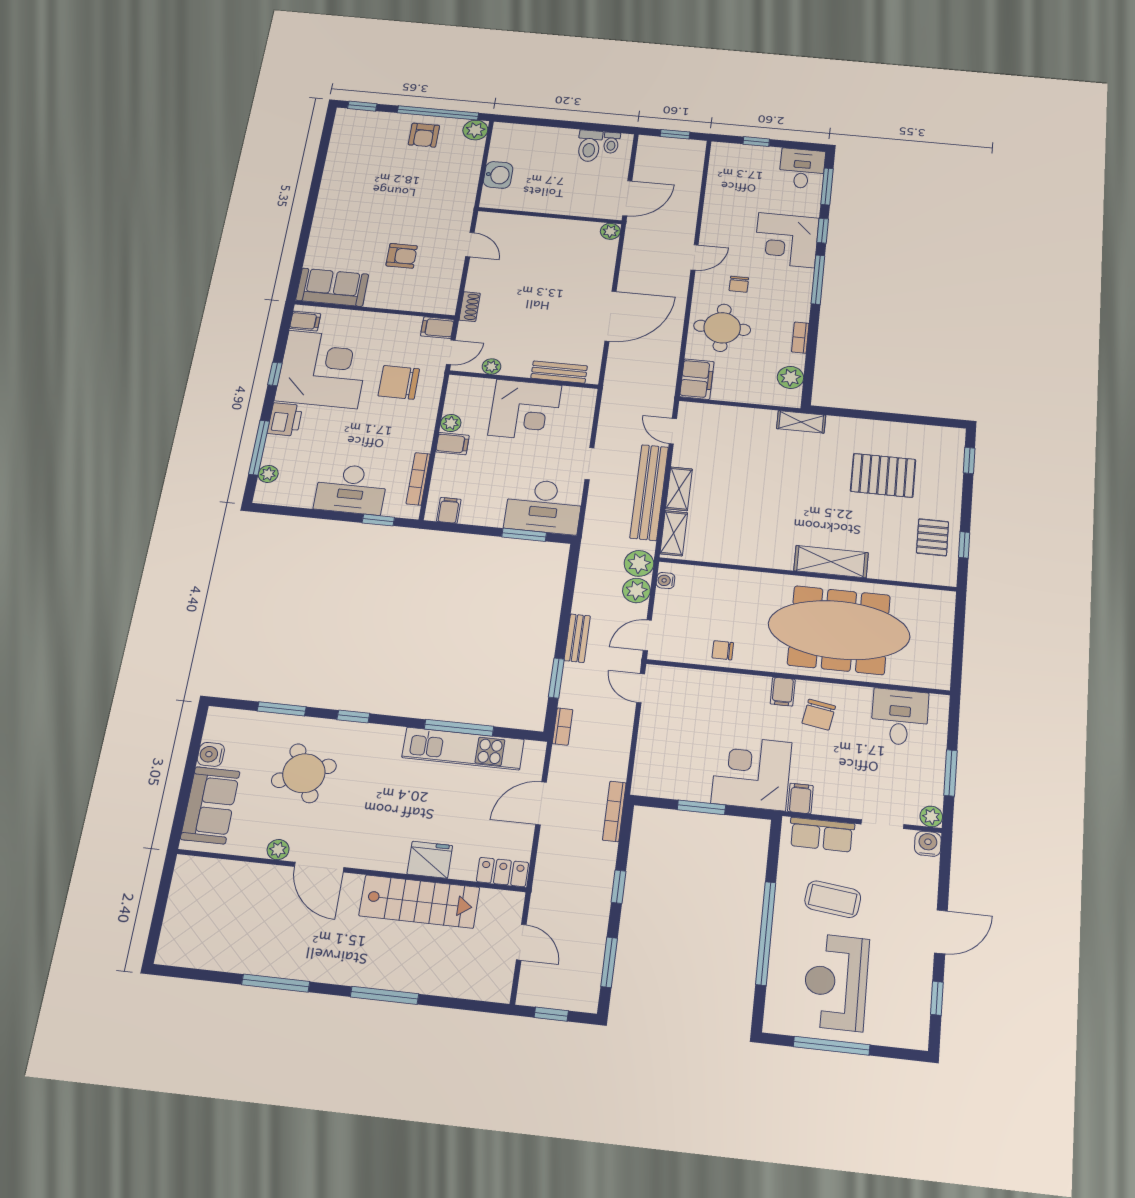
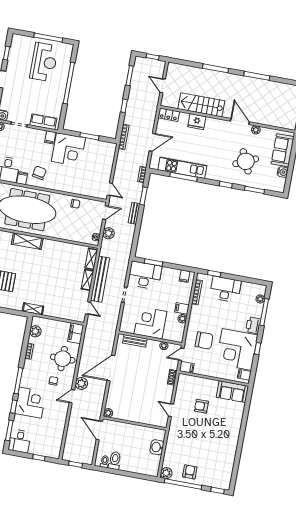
door: (627, 198) -> (99, 430), hinge flipped
plant: (639, 563) -> (81, 383), moved
filing cabinet: (783, 692) -> (22, 178), moved
coffee table: (833, 899) -> (42, 95), removed

